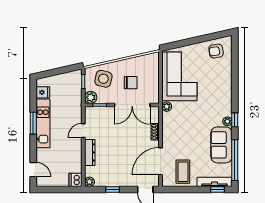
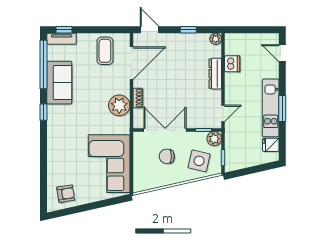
plant: (167, 107) -> (119, 105), moved, width x1.88, depth x1.88
plant: (227, 121) -> (52, 110), removed
door: (83, 131) -> (223, 113), moved
dishwasher: (75, 180) -> (232, 64), moved
tv unit: (215, 182) -> (62, 39), width x0.71

